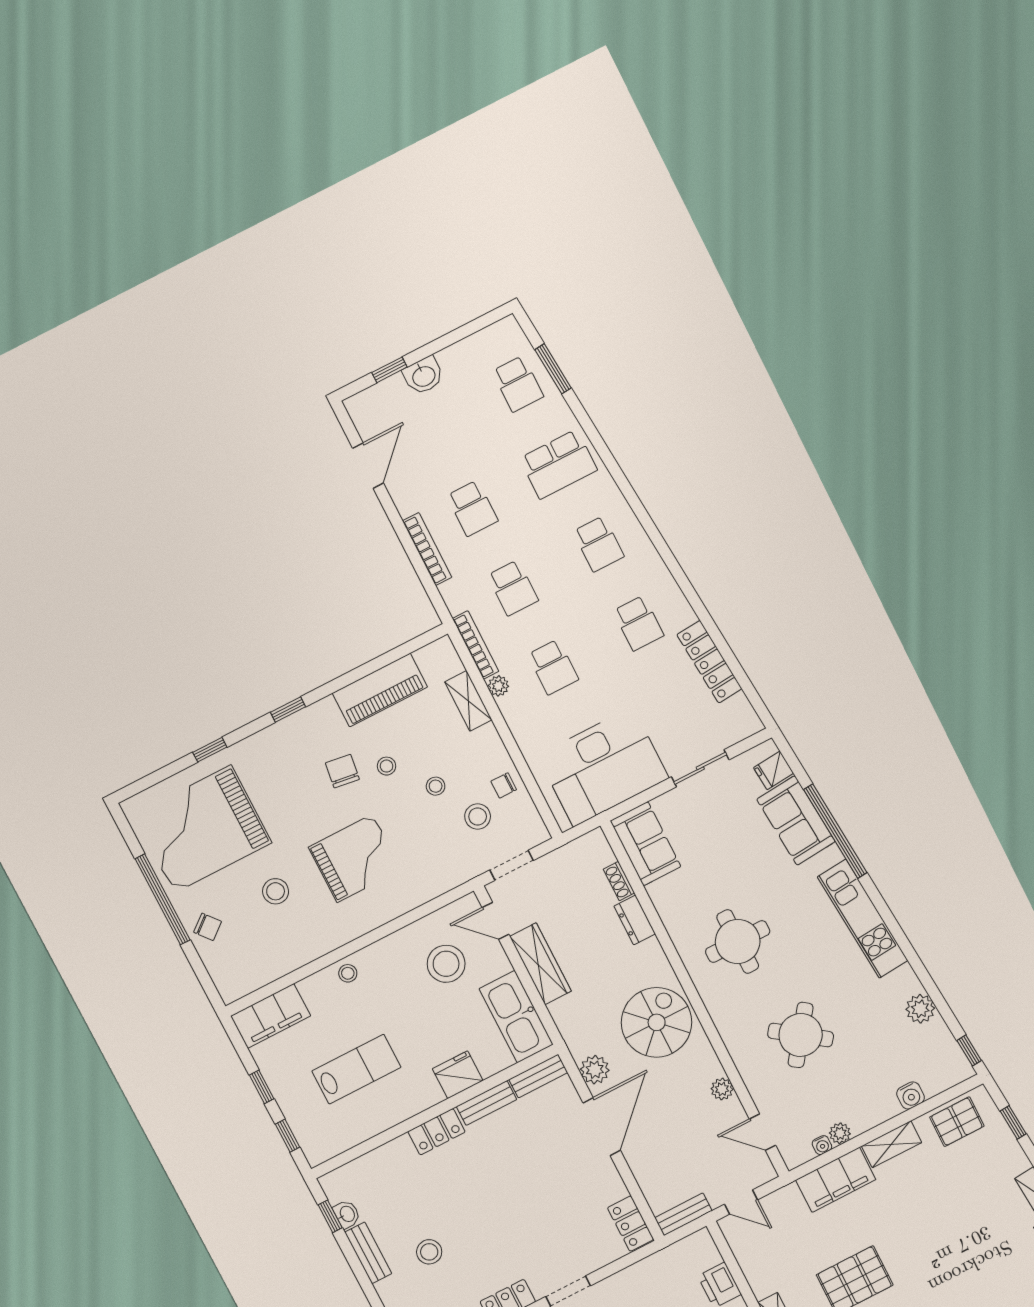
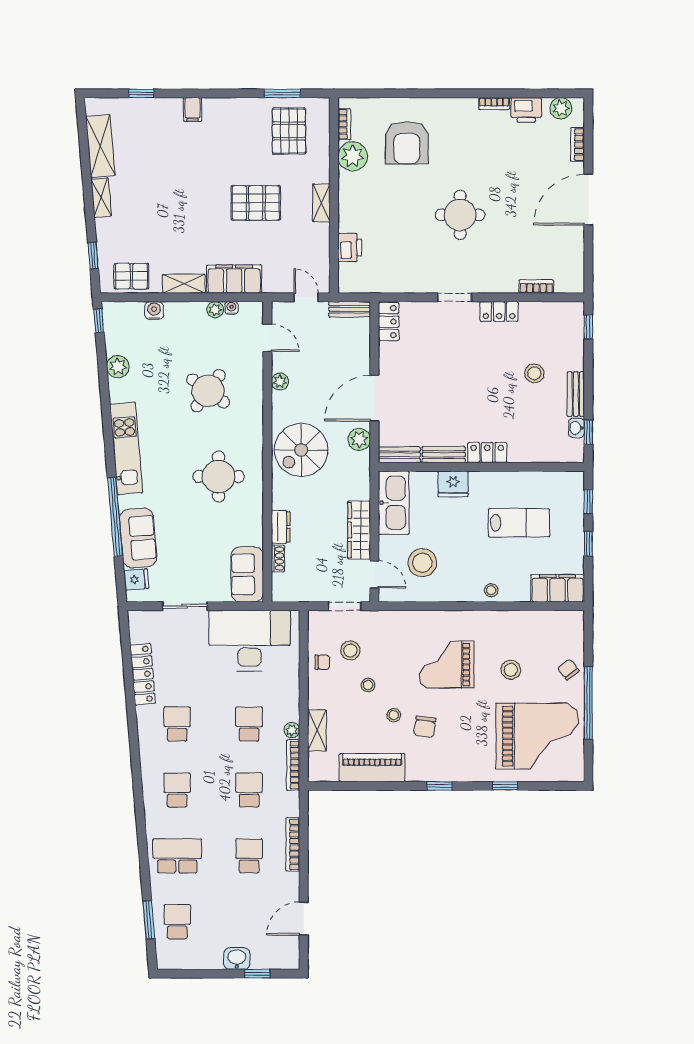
lab bench: (356, 1069) -> (519, 523), turned 180

